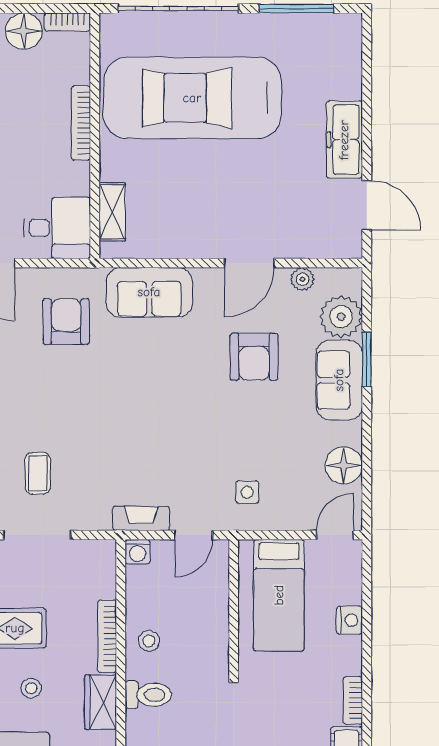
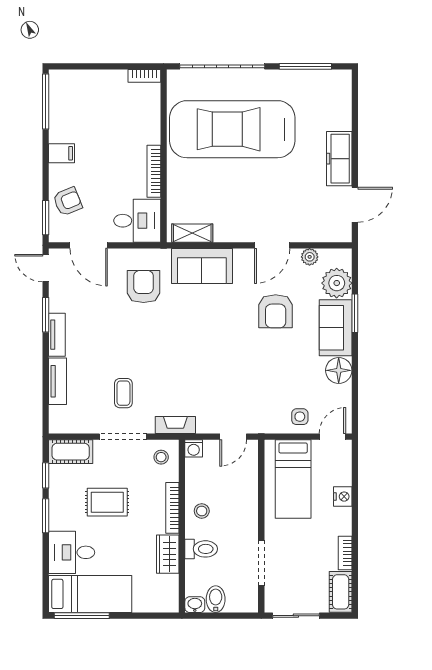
floor lamp: (24, 31) -> (114, 82), removed
bookcase: (81, 123) -> (154, 171), moved
door: (367, 205) -> (355, 205), hinge flipped
shelving: (112, 212) -> (192, 233), moved, turned 90
floor lamp: (344, 465) -> (339, 370), moved
side table: (247, 492) -> (300, 417), moved
fireplace: (141, 518) -> (175, 425), moved
stool: (31, 688) -> (161, 457), moved

